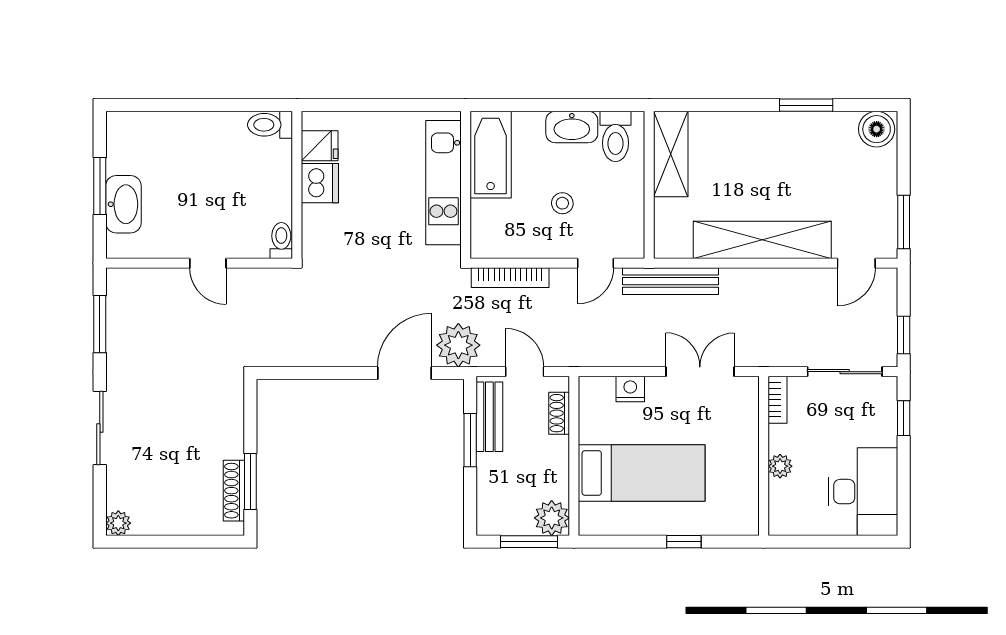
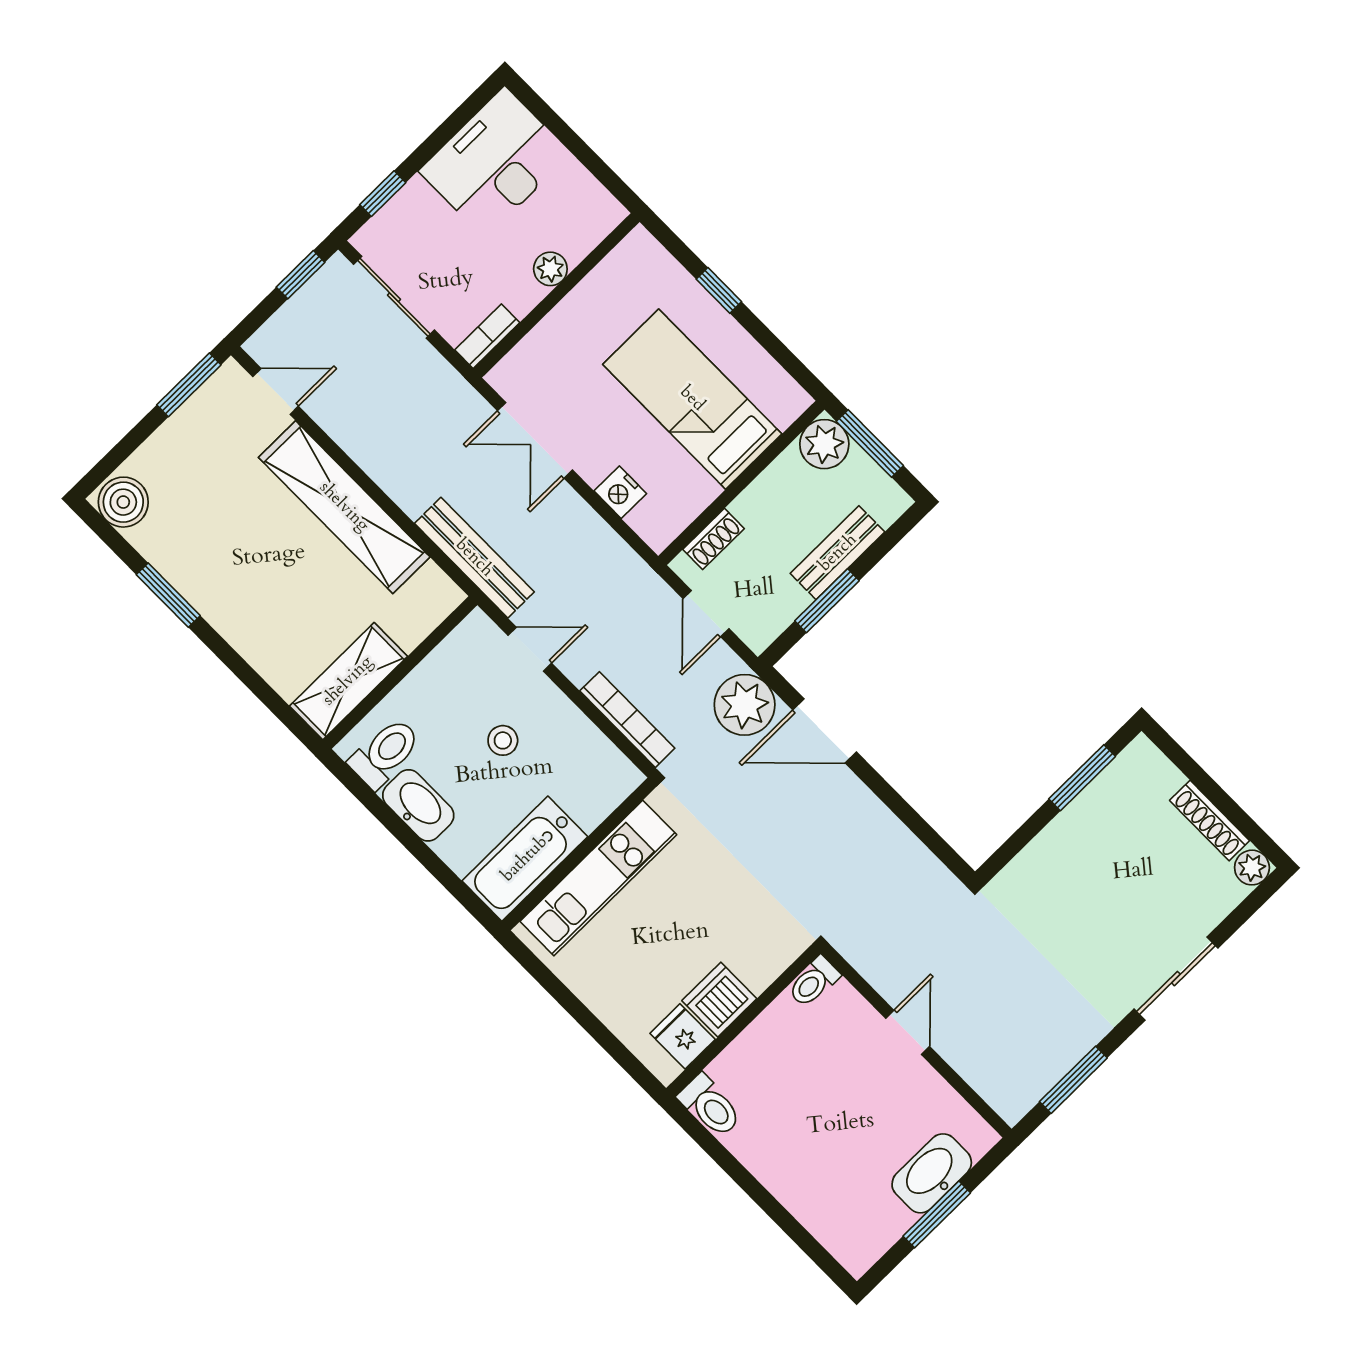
bench: (489, 417) -> (838, 553), moved
shoe rack: (234, 491) -> (1210, 821), moved, turned 90

